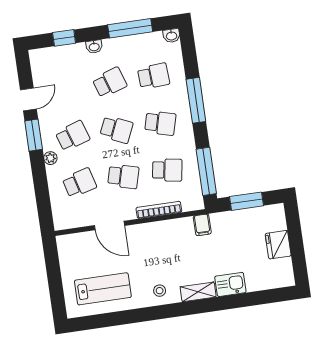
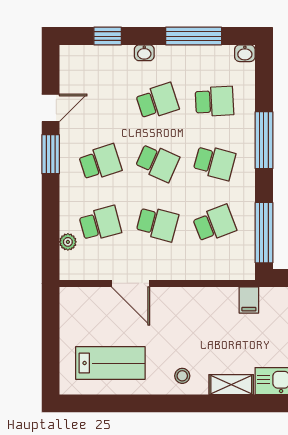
plant: (50, 158) -> (68, 242), moved
school desk: (167, 170) -> (214, 224), turned -30
bookcase: (159, 210) -> (196, 273), removed

